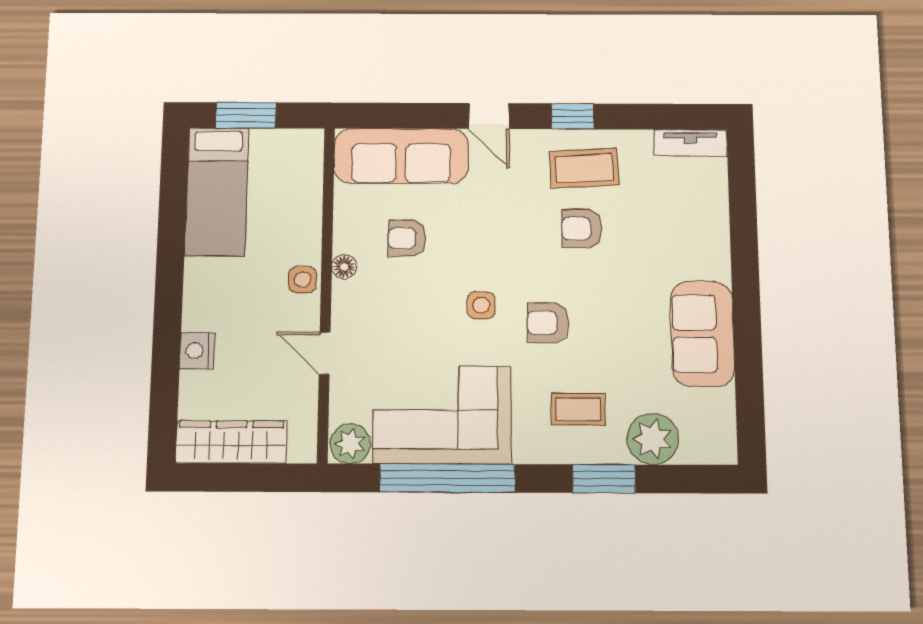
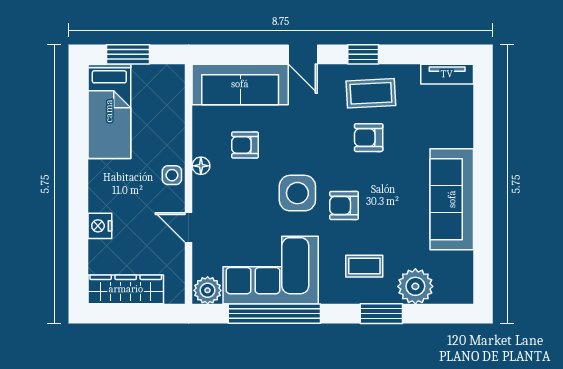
side table: (481, 305) -> (297, 193), width x1.87, depth x1.87
sofa: (702, 334) -> (452, 199), width x1.36

